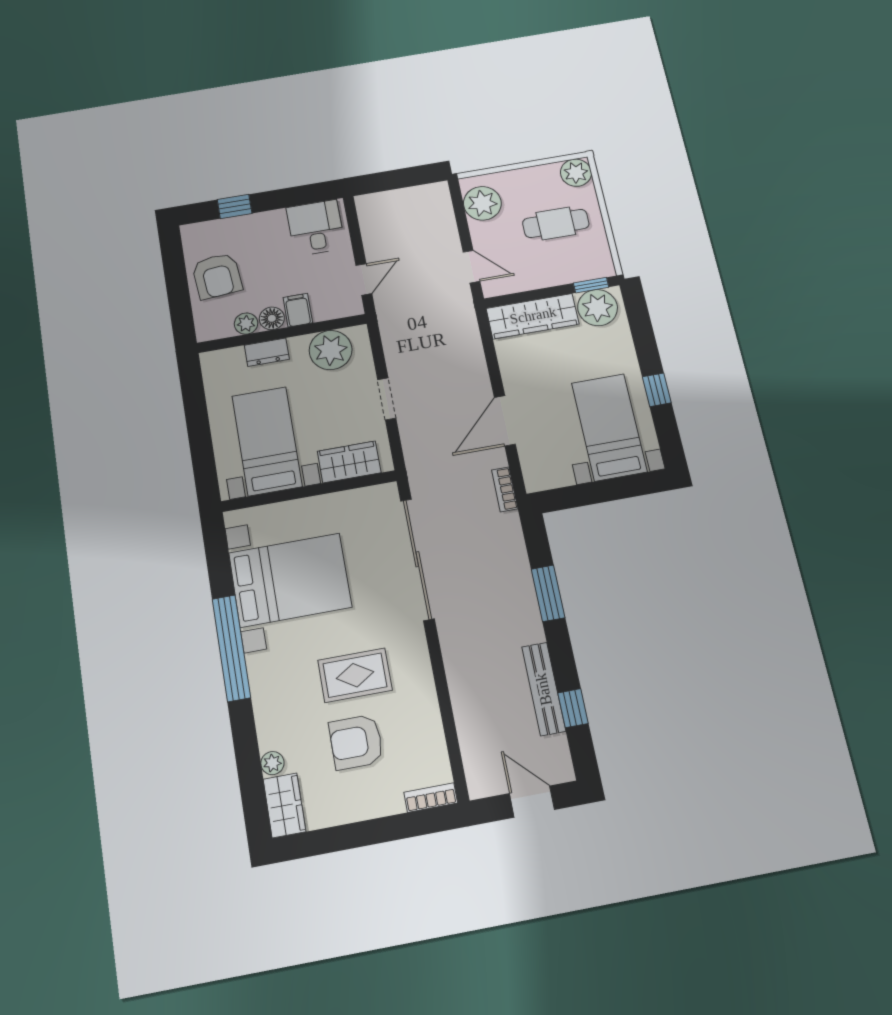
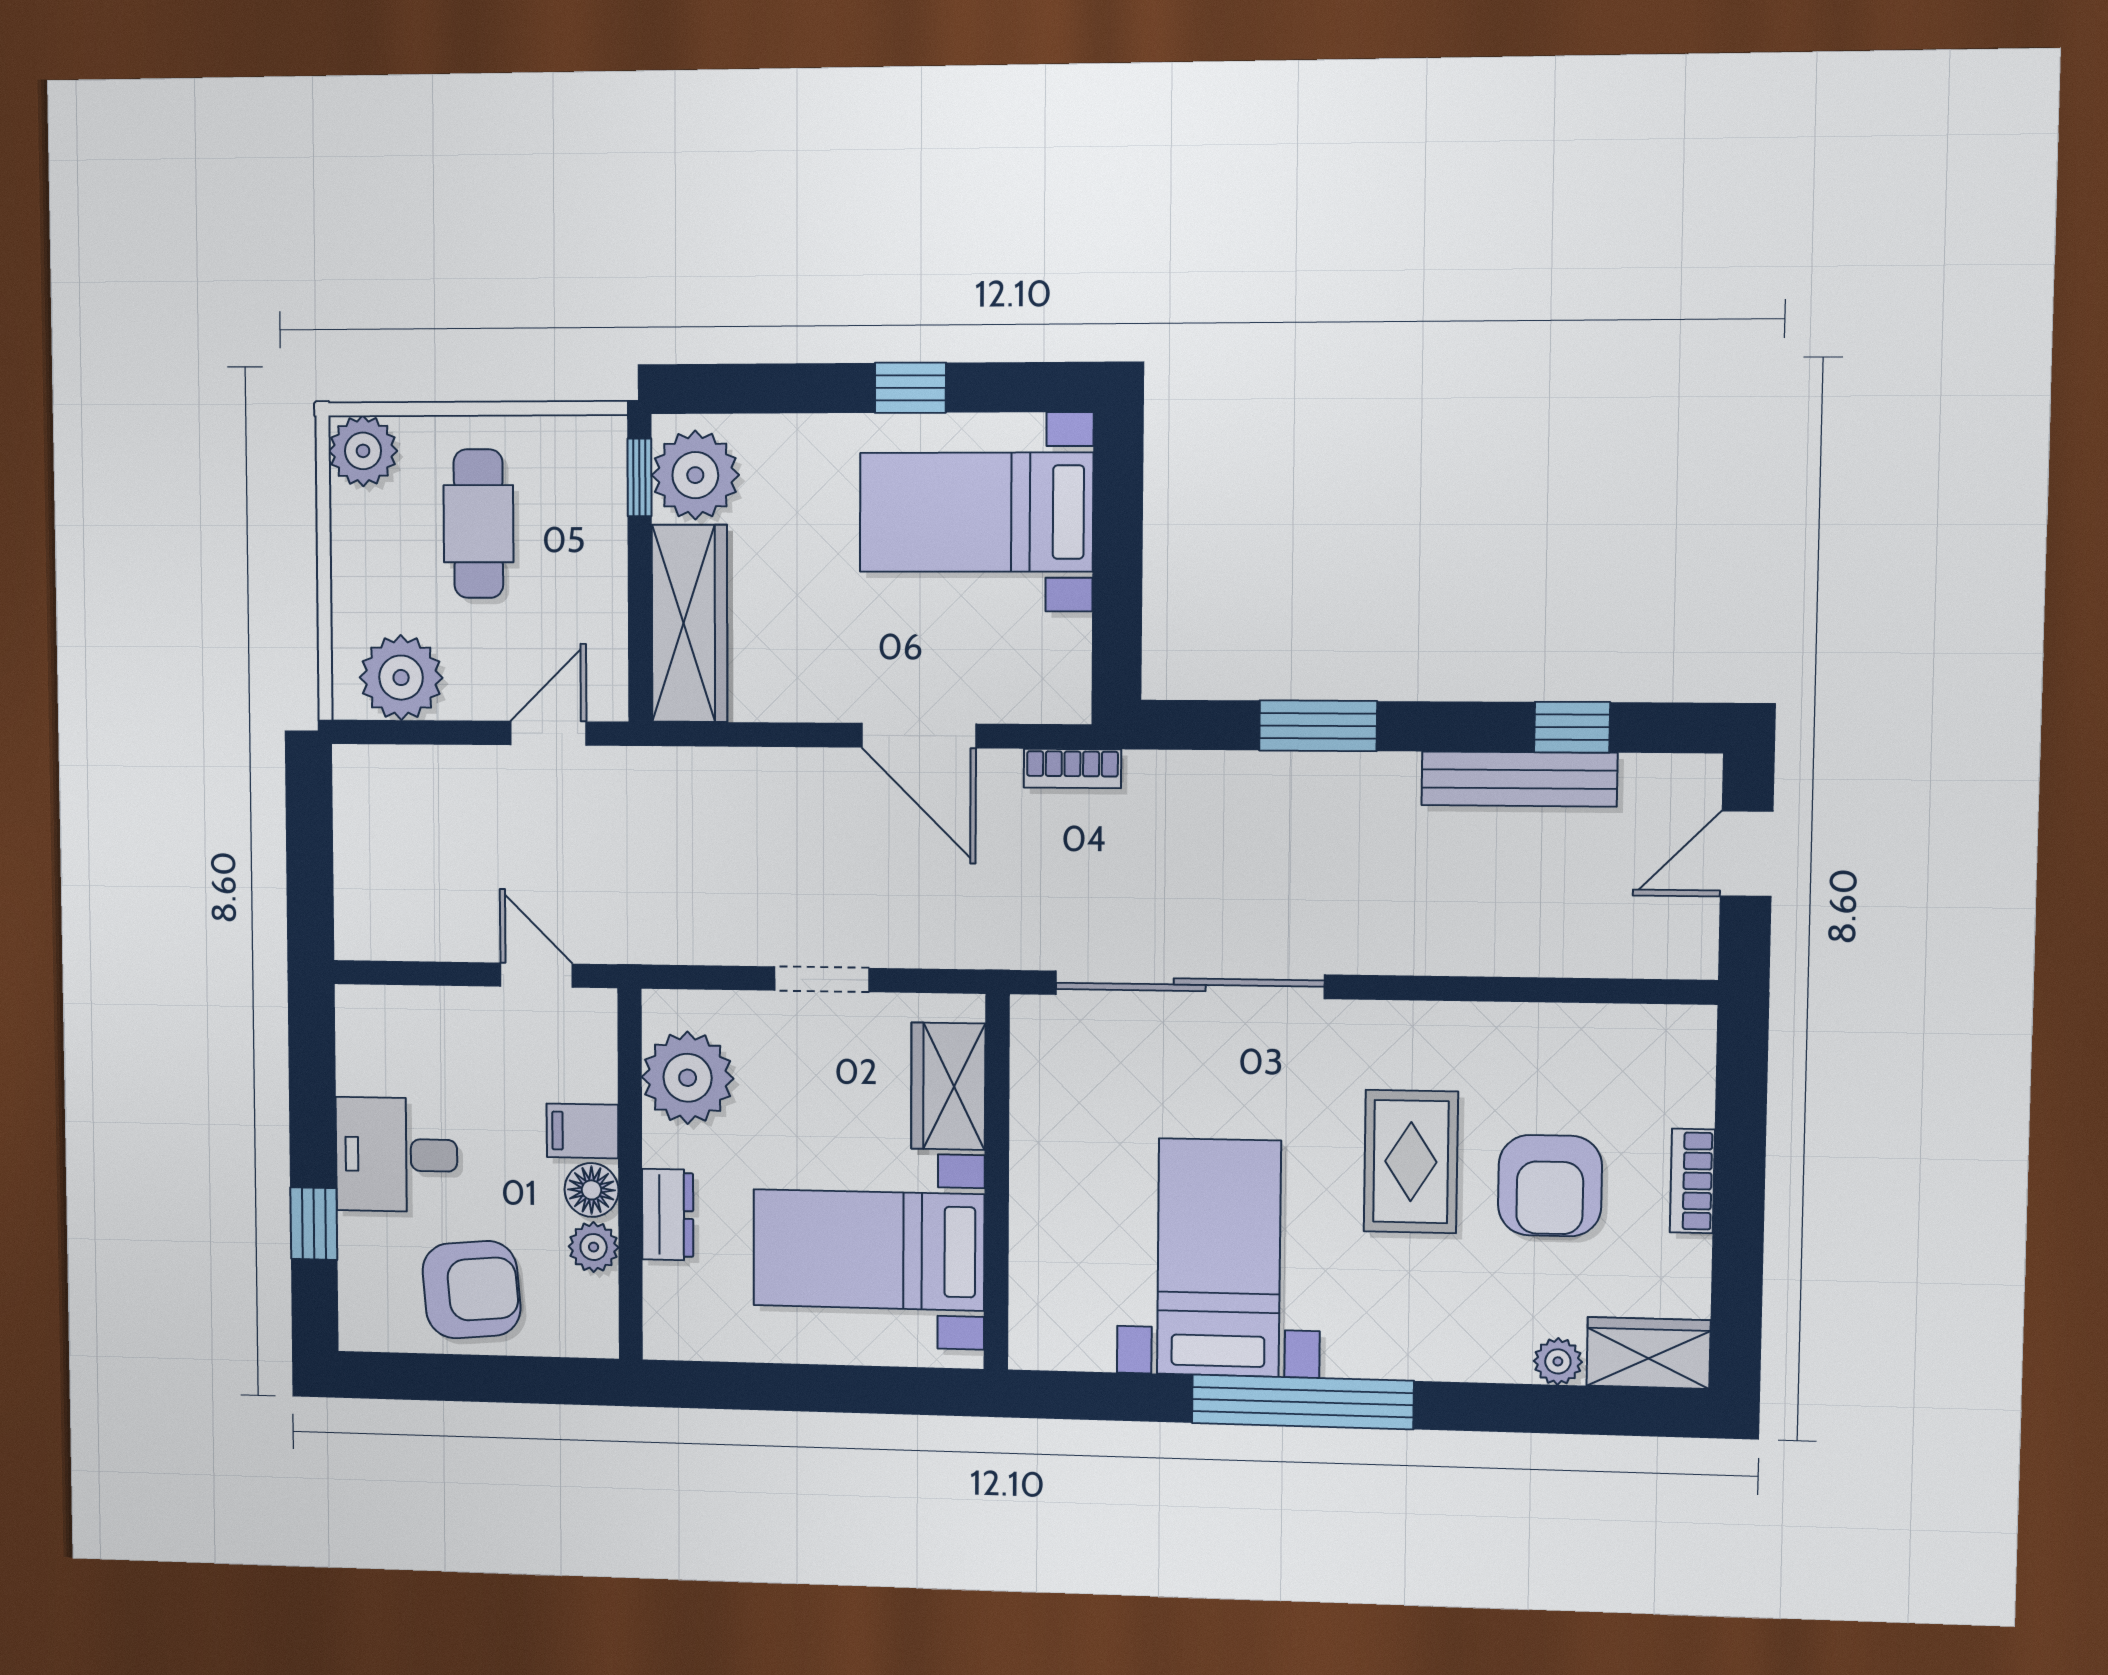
desk: (316, 228) -> (397, 1155), moved
bed with nightstands: (290, 580) -> (1219, 1258), width x0.73
bookcase: (431, 798) -> (1692, 1181), moved

